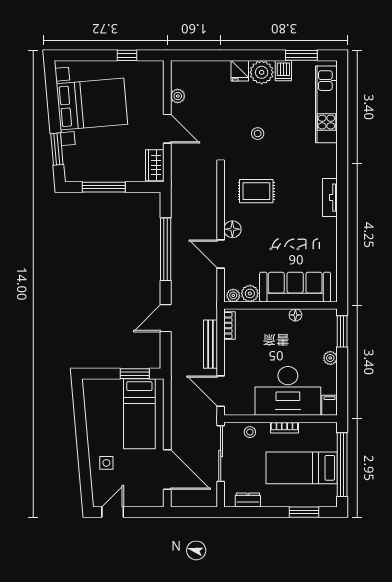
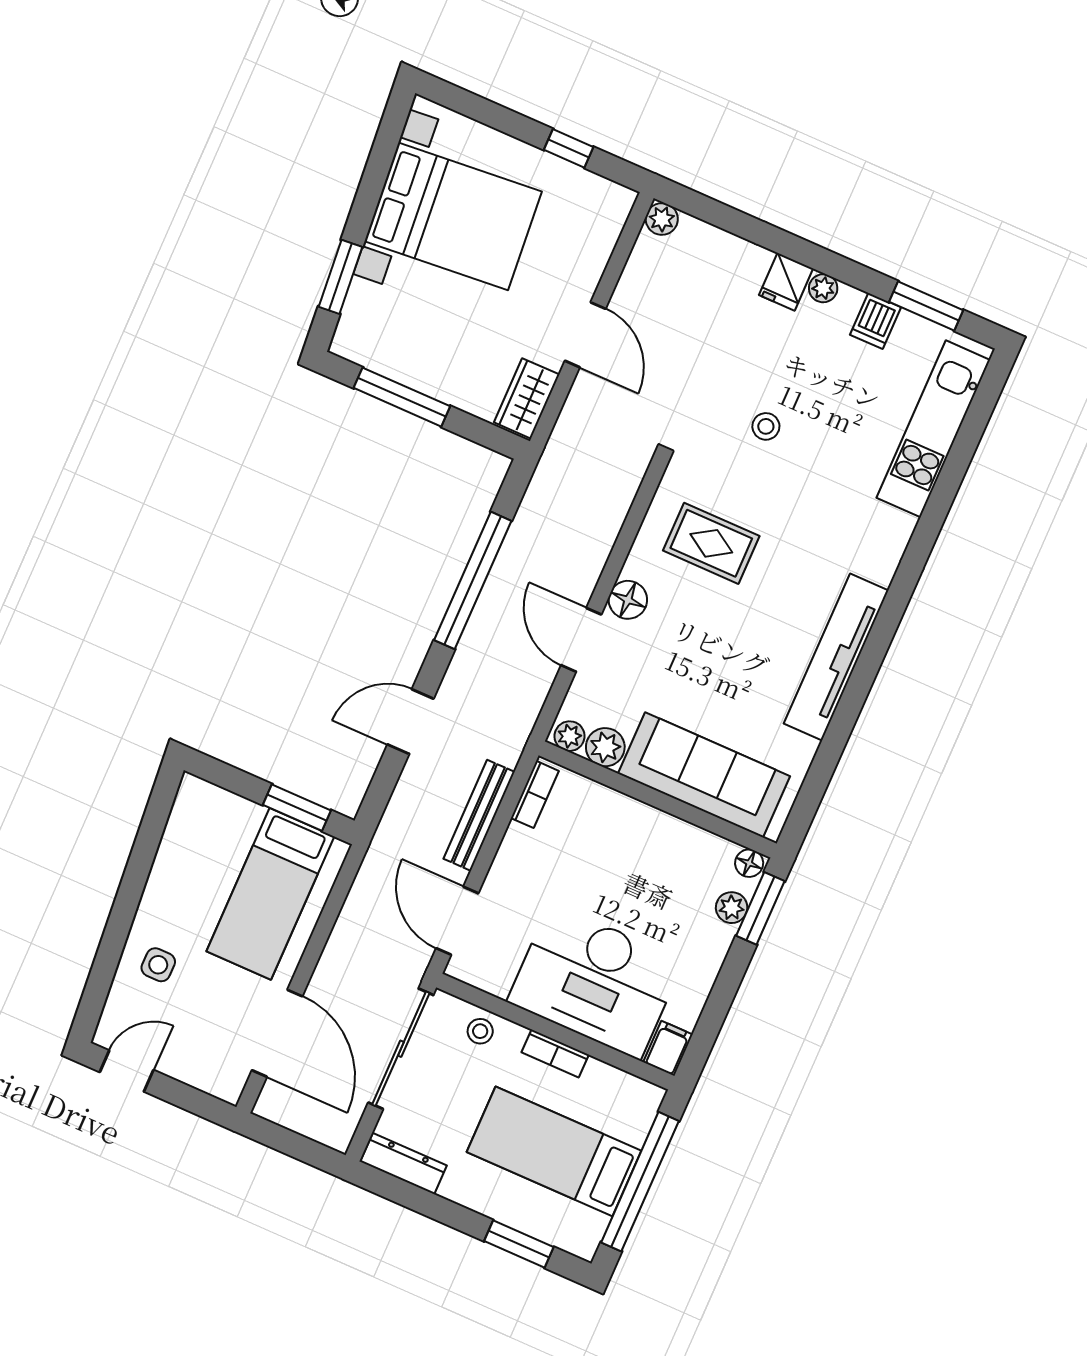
plant: (262, 72) -> (823, 288), width x0.53, depth x0.53
plant: (178, 96) -> (662, 219), moved
tv unit: (330, 198) -> (836, 657), width x1.92, depth x1.29
floor lamp: (295, 315) -> (749, 863), moved
plant: (330, 358) -> (732, 908), moved
dresser: (248, 500) -> (403, 1164), width x1.44

